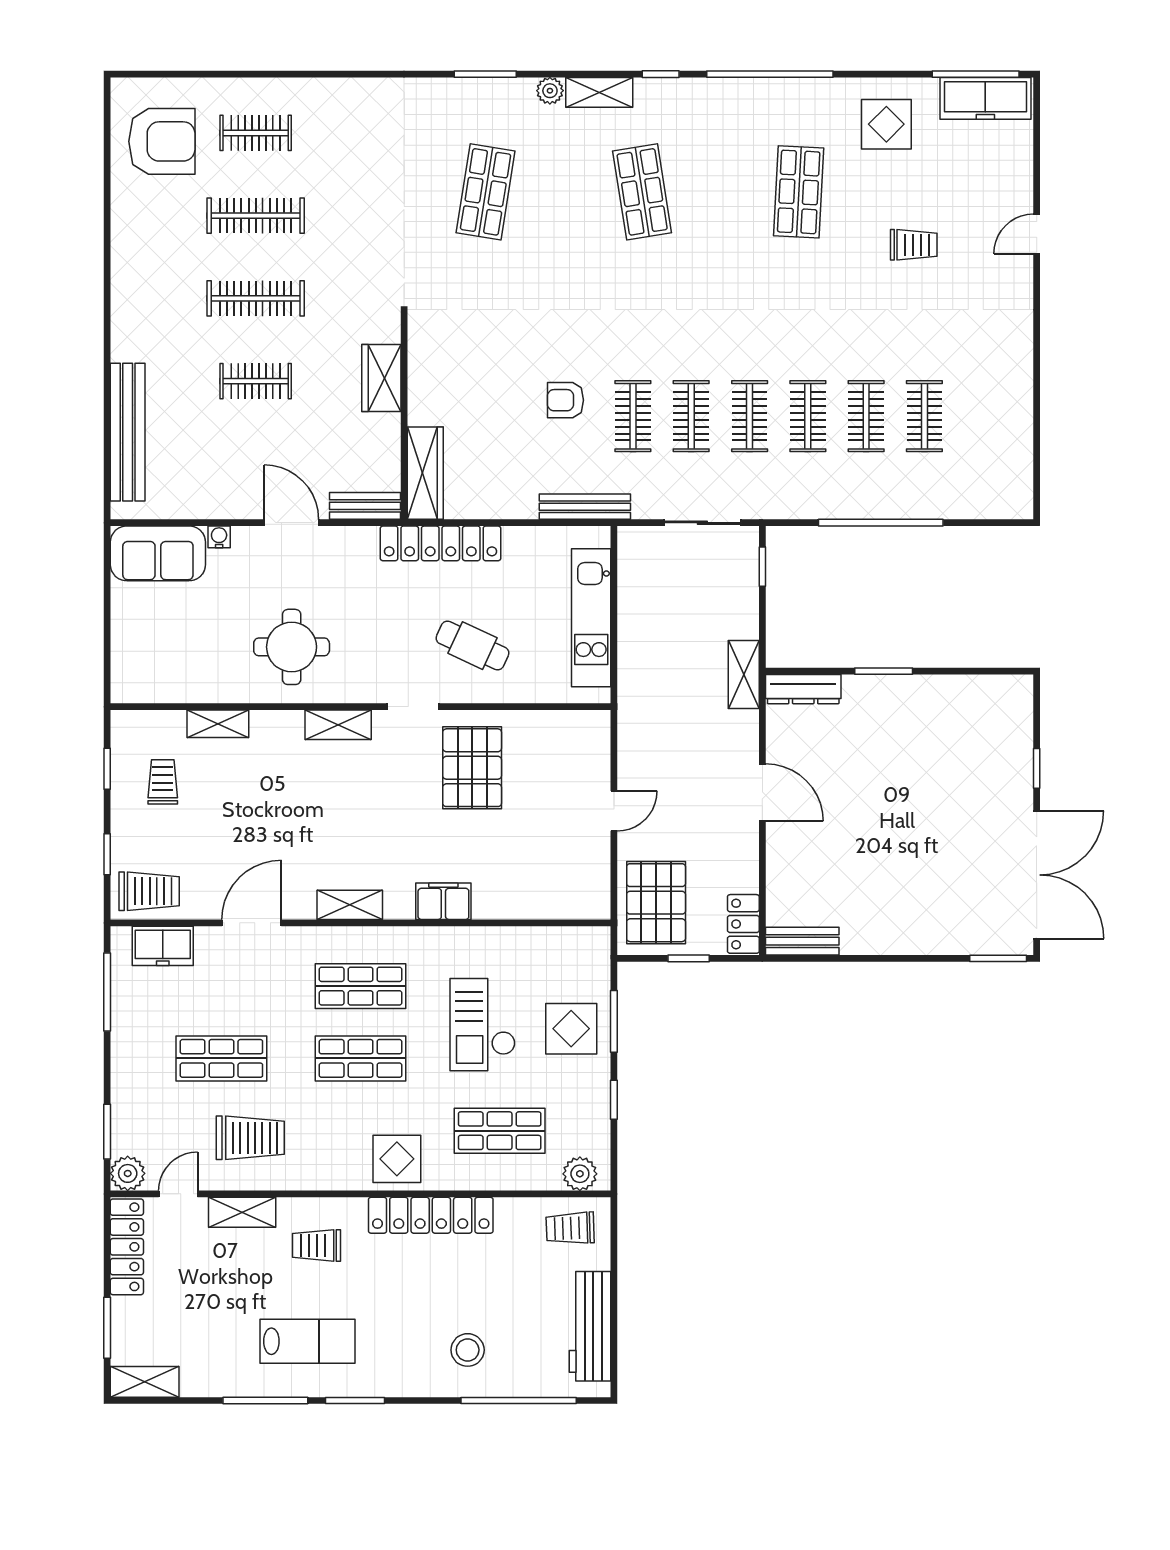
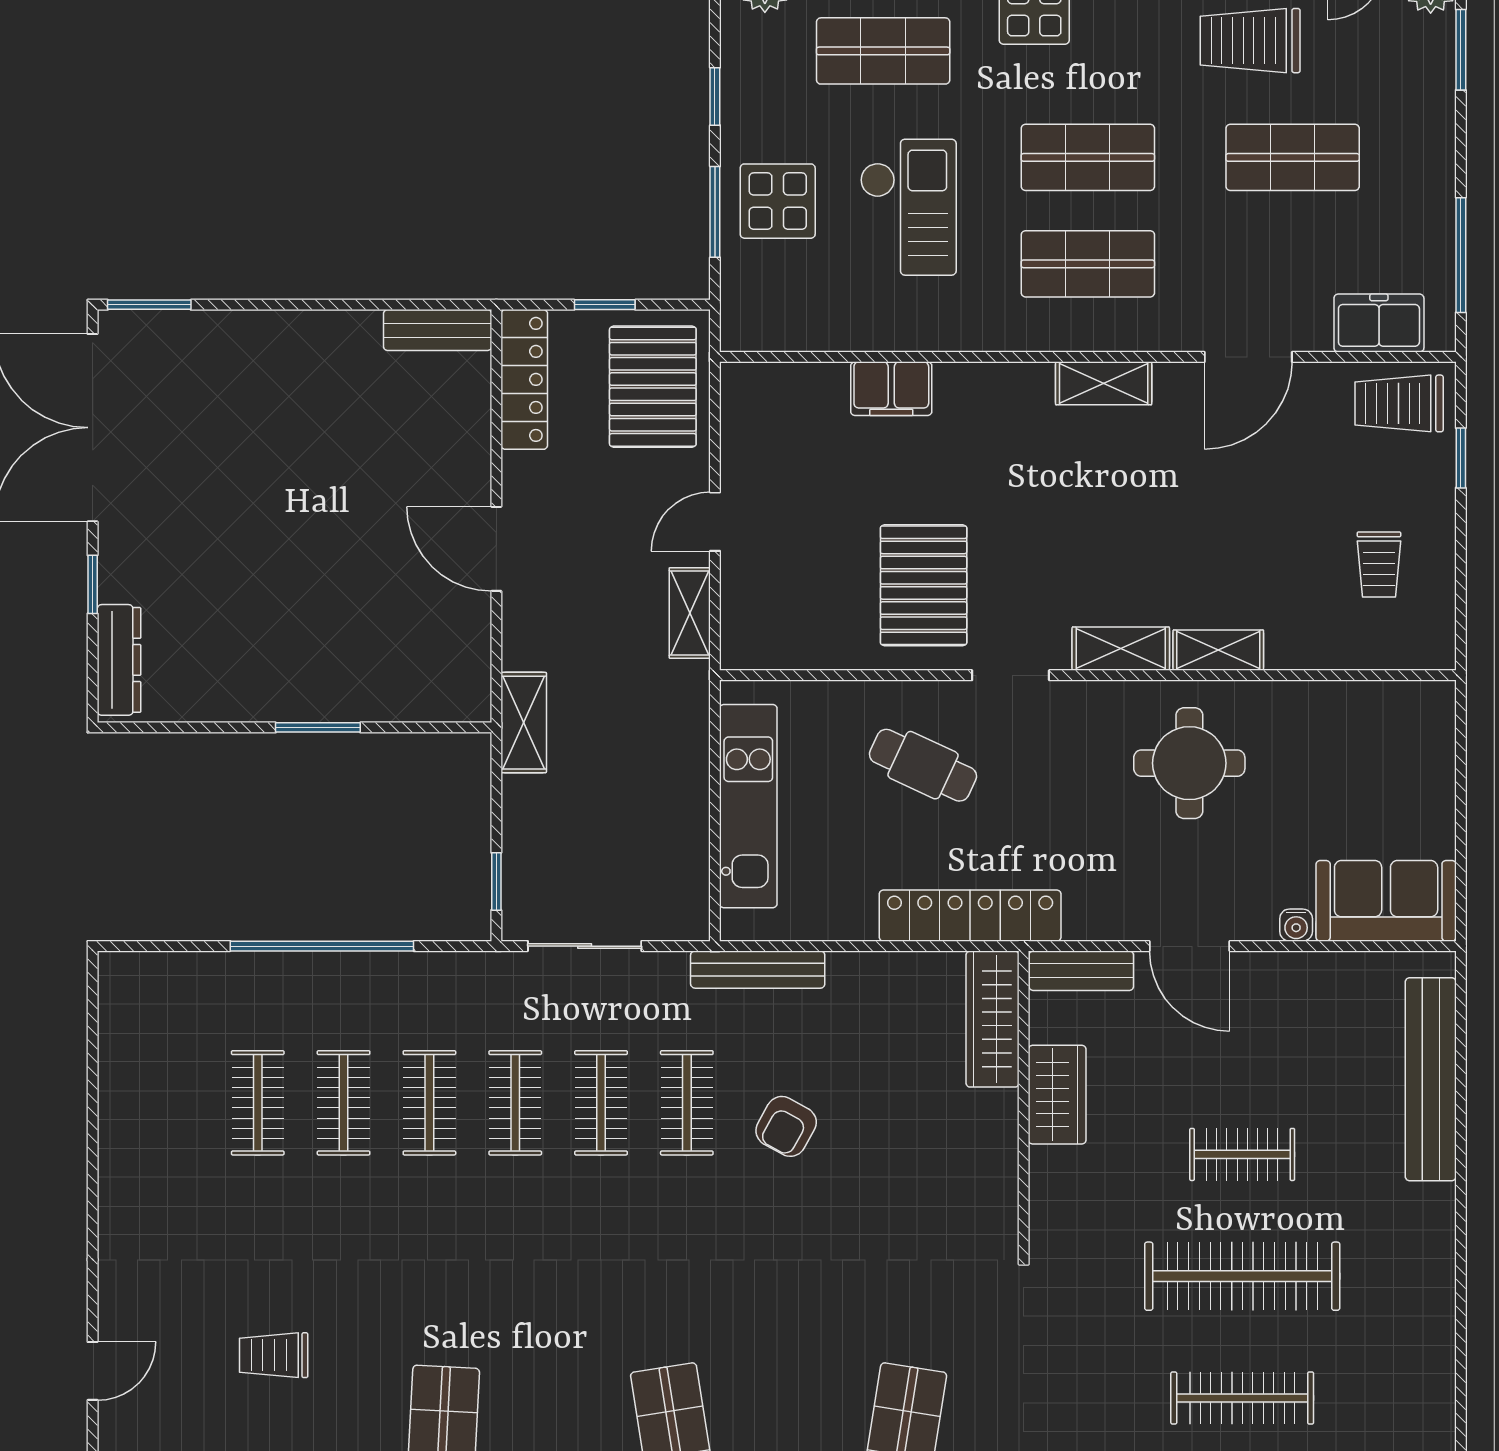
clothes rail: (256, 298) -> (1242, 1276), width x1.37, depth x1.31
wardrobe: (381, 378) -> (1057, 1095), moved
armchair: (565, 400) -> (786, 1126), turned 119
dresser: (803, 689) -> (119, 660), moved, turned 90
shelving: (218, 724) -> (1218, 650), moved
shelving: (631, 749) -> (690, 613), added
window: (107, 769) -> (1461, 584), removed
filing cabinet: (443, 901) -> (891, 389), moved
locker: (743, 924) -> (524, 379), width x1.53

